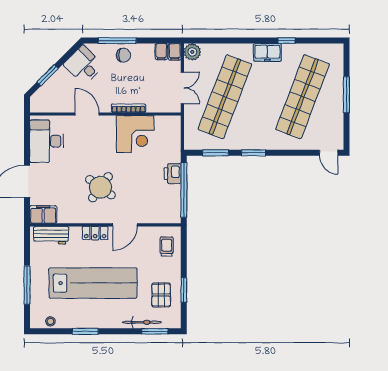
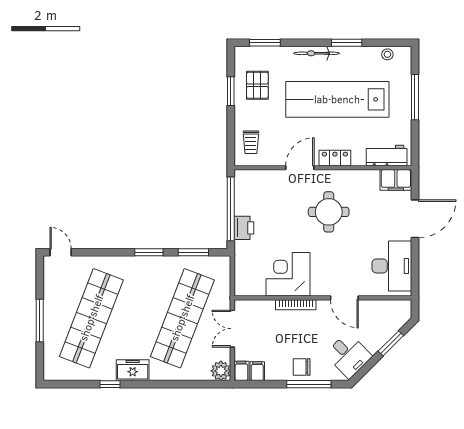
round table: (100, 187) -> (329, 212), turned -36
bicycle: (142, 322) -> (317, 53), moved

